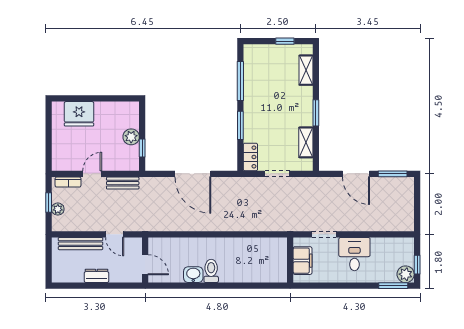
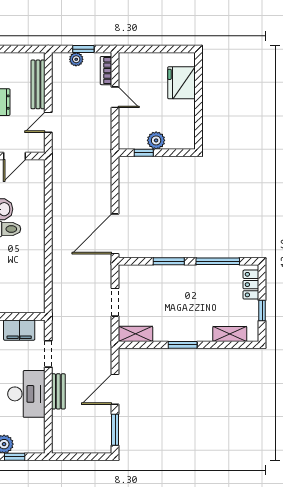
shelving: (306, 142) -> (135, 334), moved
locker: (250, 157) -> (251, 285), moved, turned 90
door: (193, 174) -> (115, 234), moved
bench: (123, 183) -> (58, 391), moved
desk: (354, 254) -> (26, 394), width x1.37

